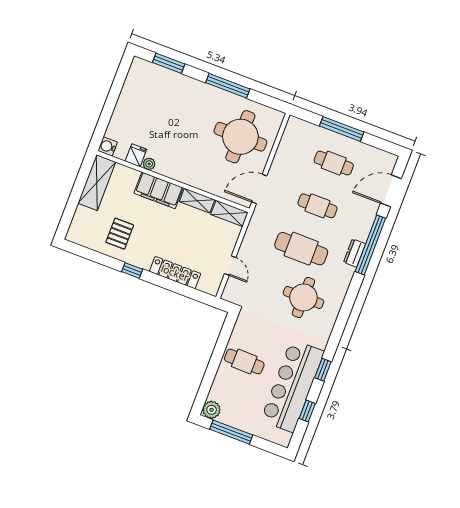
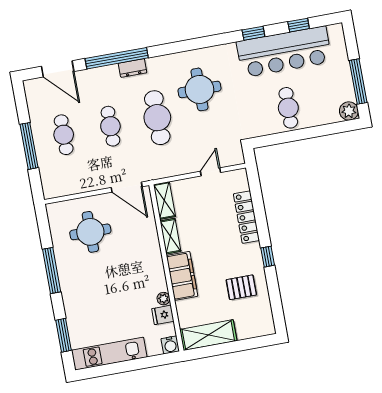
kitchen unit: (131, 92) -> (109, 354), added
round table: (240, 137) -> (90, 232), width x0.73, depth x0.73

